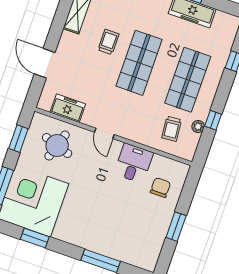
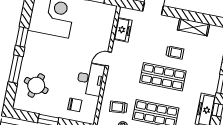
round table: (57, 146) -> (36, 86), moved
desk: (134, 163) -> (91, 79), width x1.37
window: (35, 238) -> (22, 37), moved

